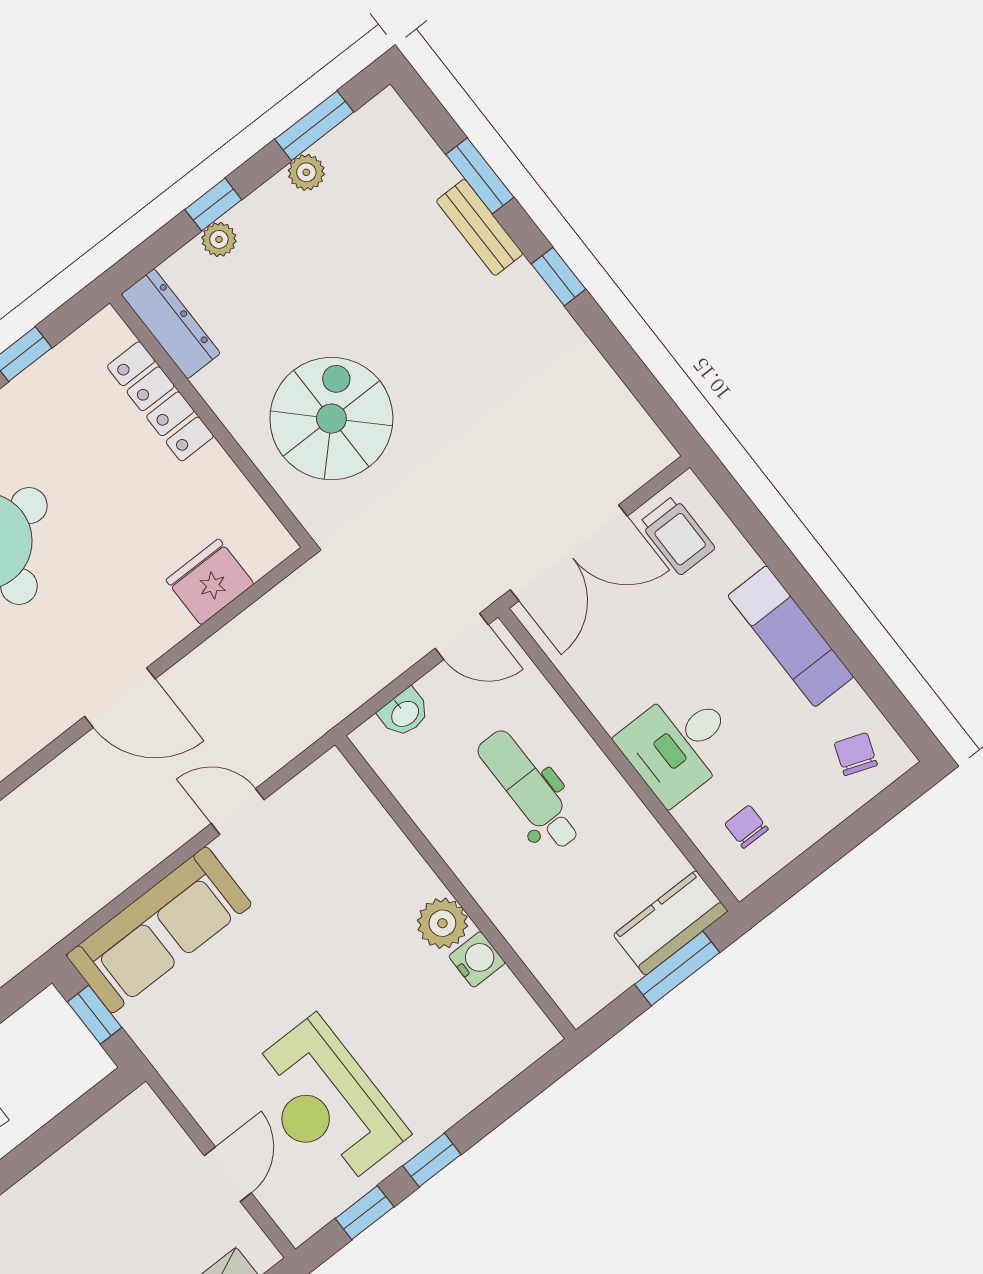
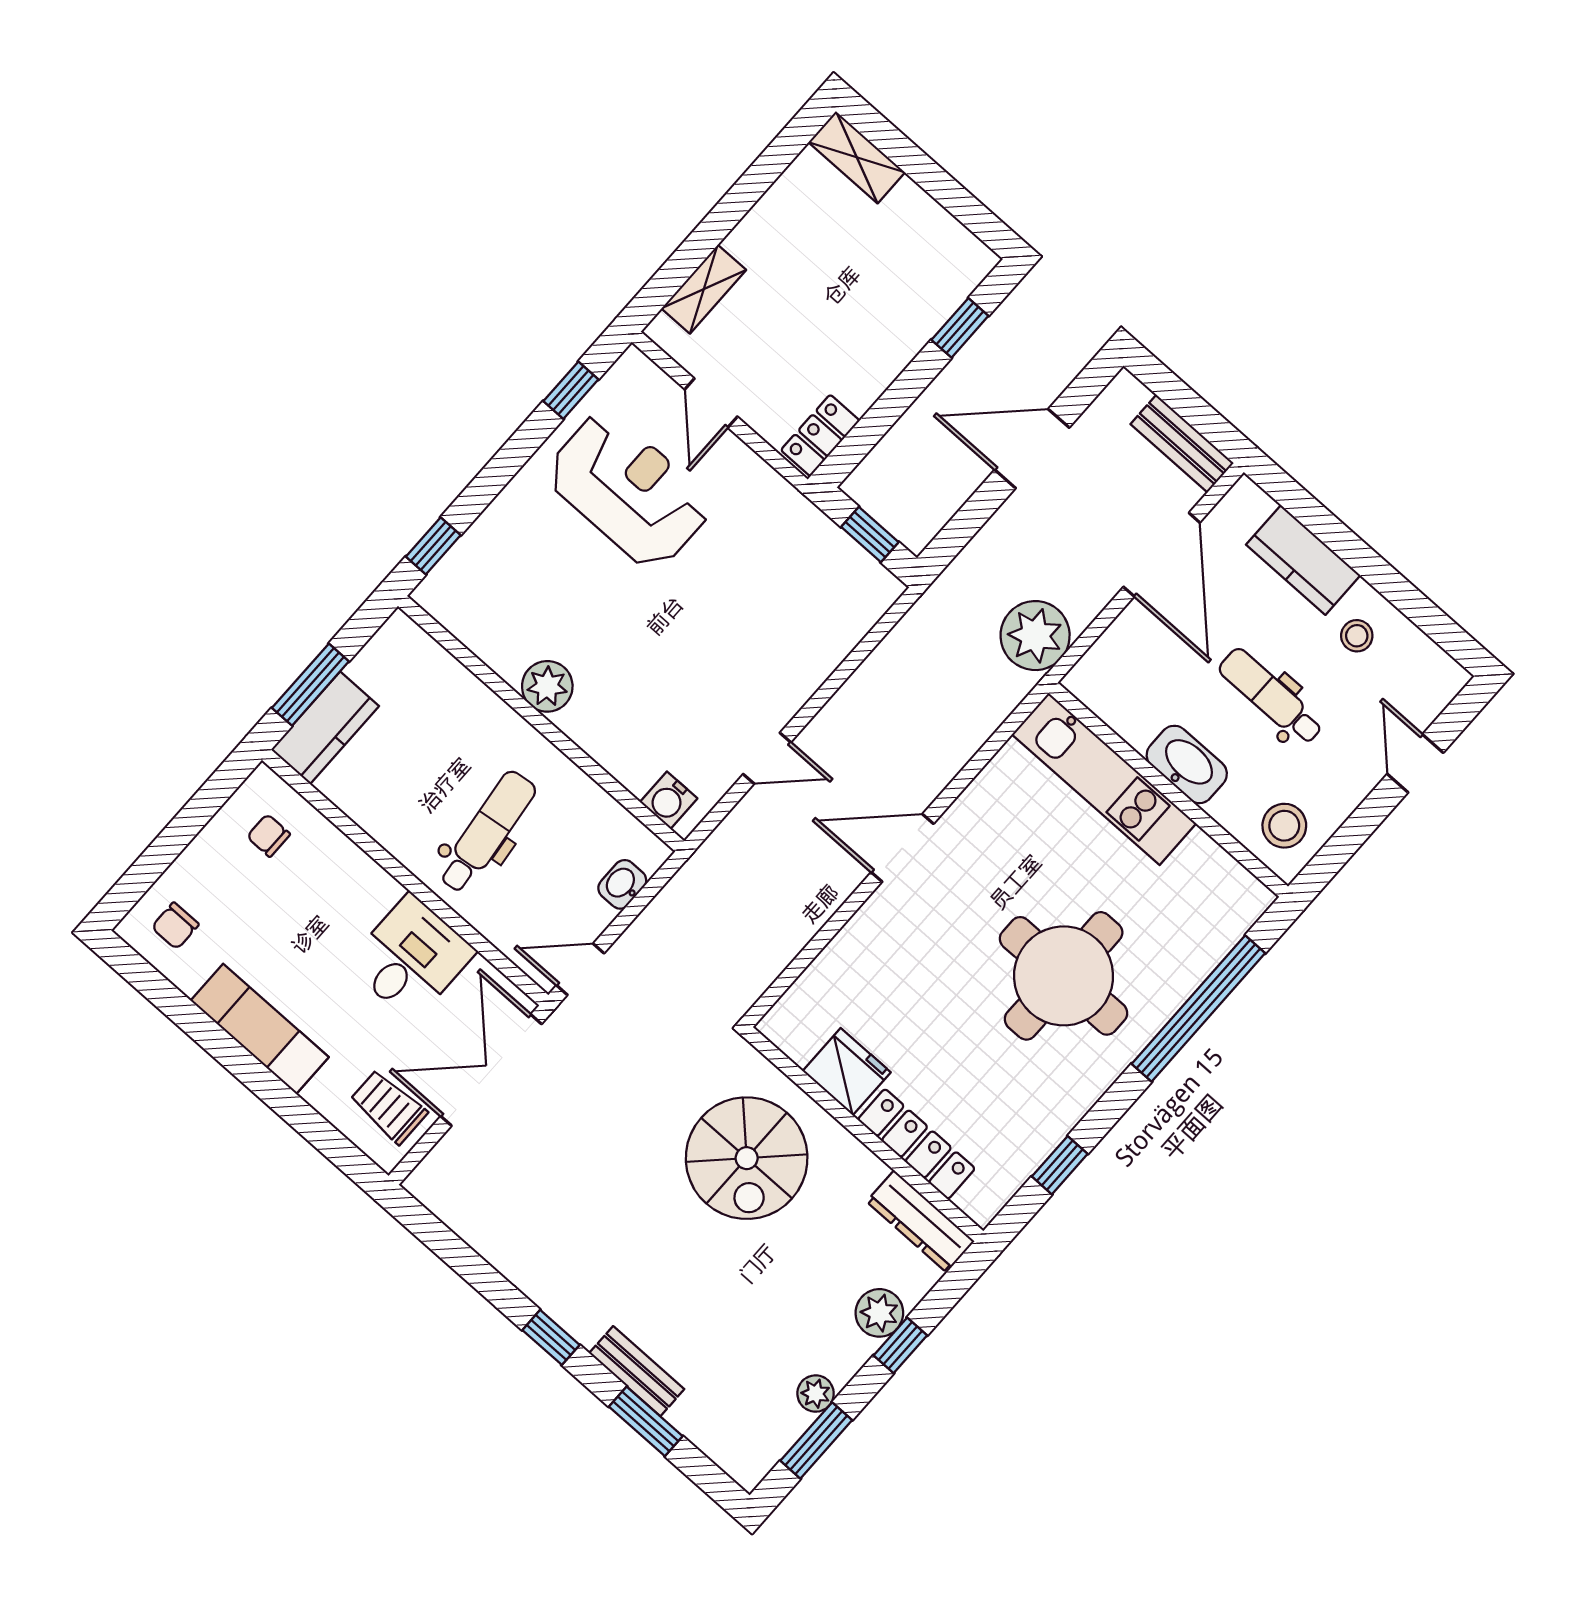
plant: (219, 239) -> (879, 1313), width x1.38, depth x1.38
fridge: (210, 582) -> (847, 1072), moved, turned -90
desk: (679, 744) -> (411, 958), moved
chair: (856, 754) -> (175, 926), turned 70
dental chair: (529, 790) -> (487, 832), turned -97
chair: (746, 827) -> (269, 835), turned 180
sofa: (159, 930) -> (822, 629), removed
water cooler: (477, 959) -> (669, 800), moved
locker: (125, 1122) -> (820, 435), added
window: (432, 1160) -> (433, 546), moved

